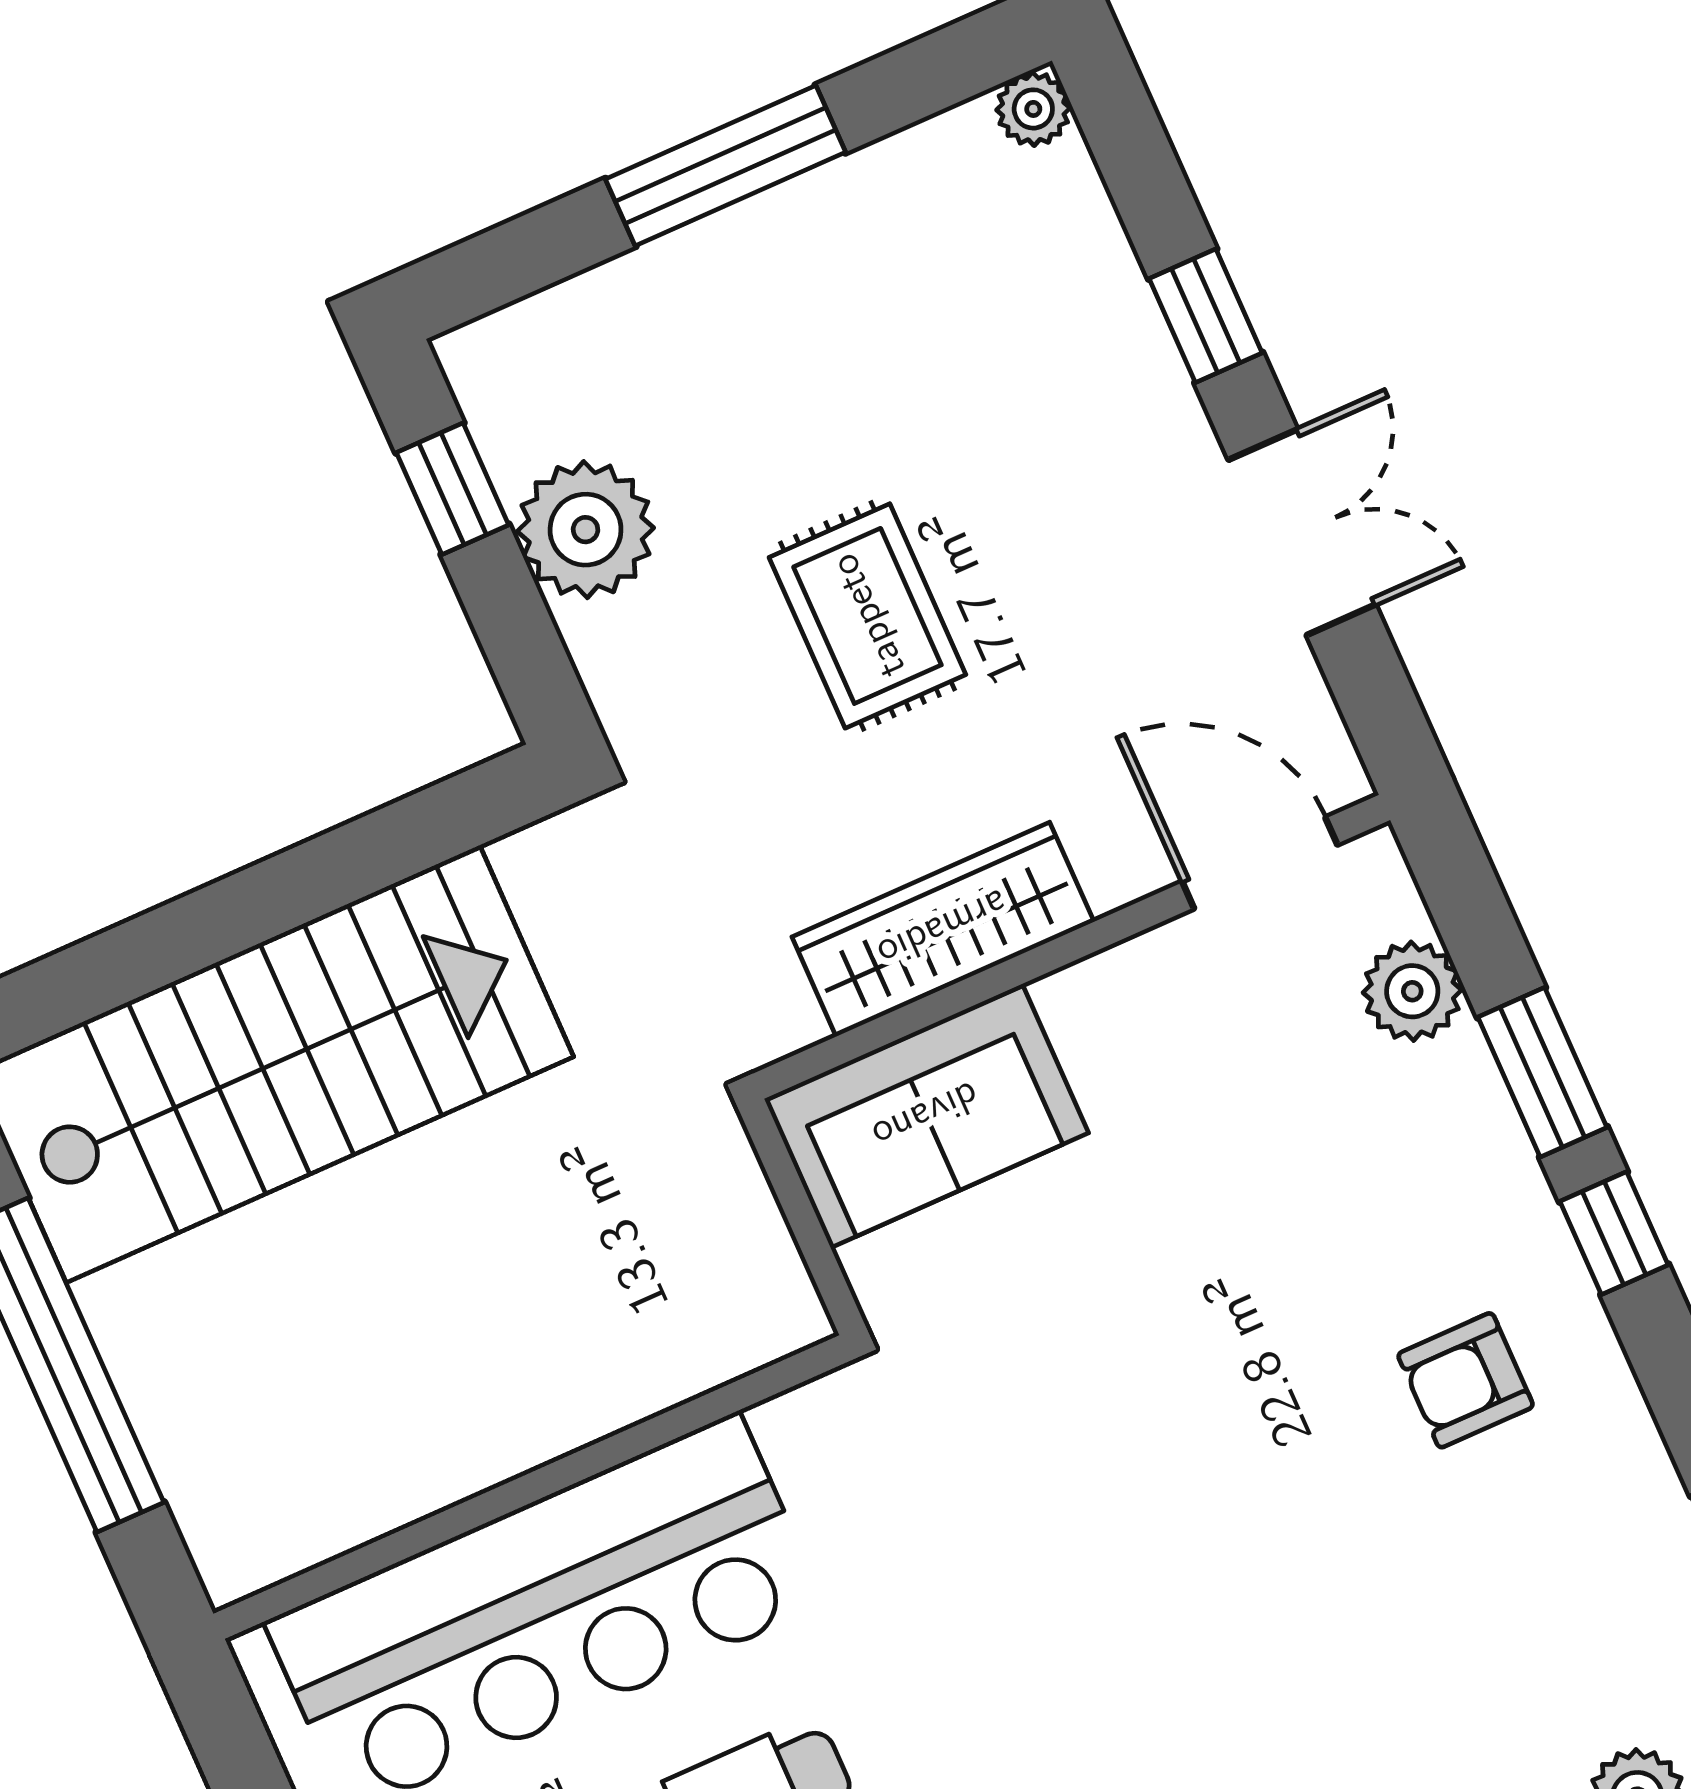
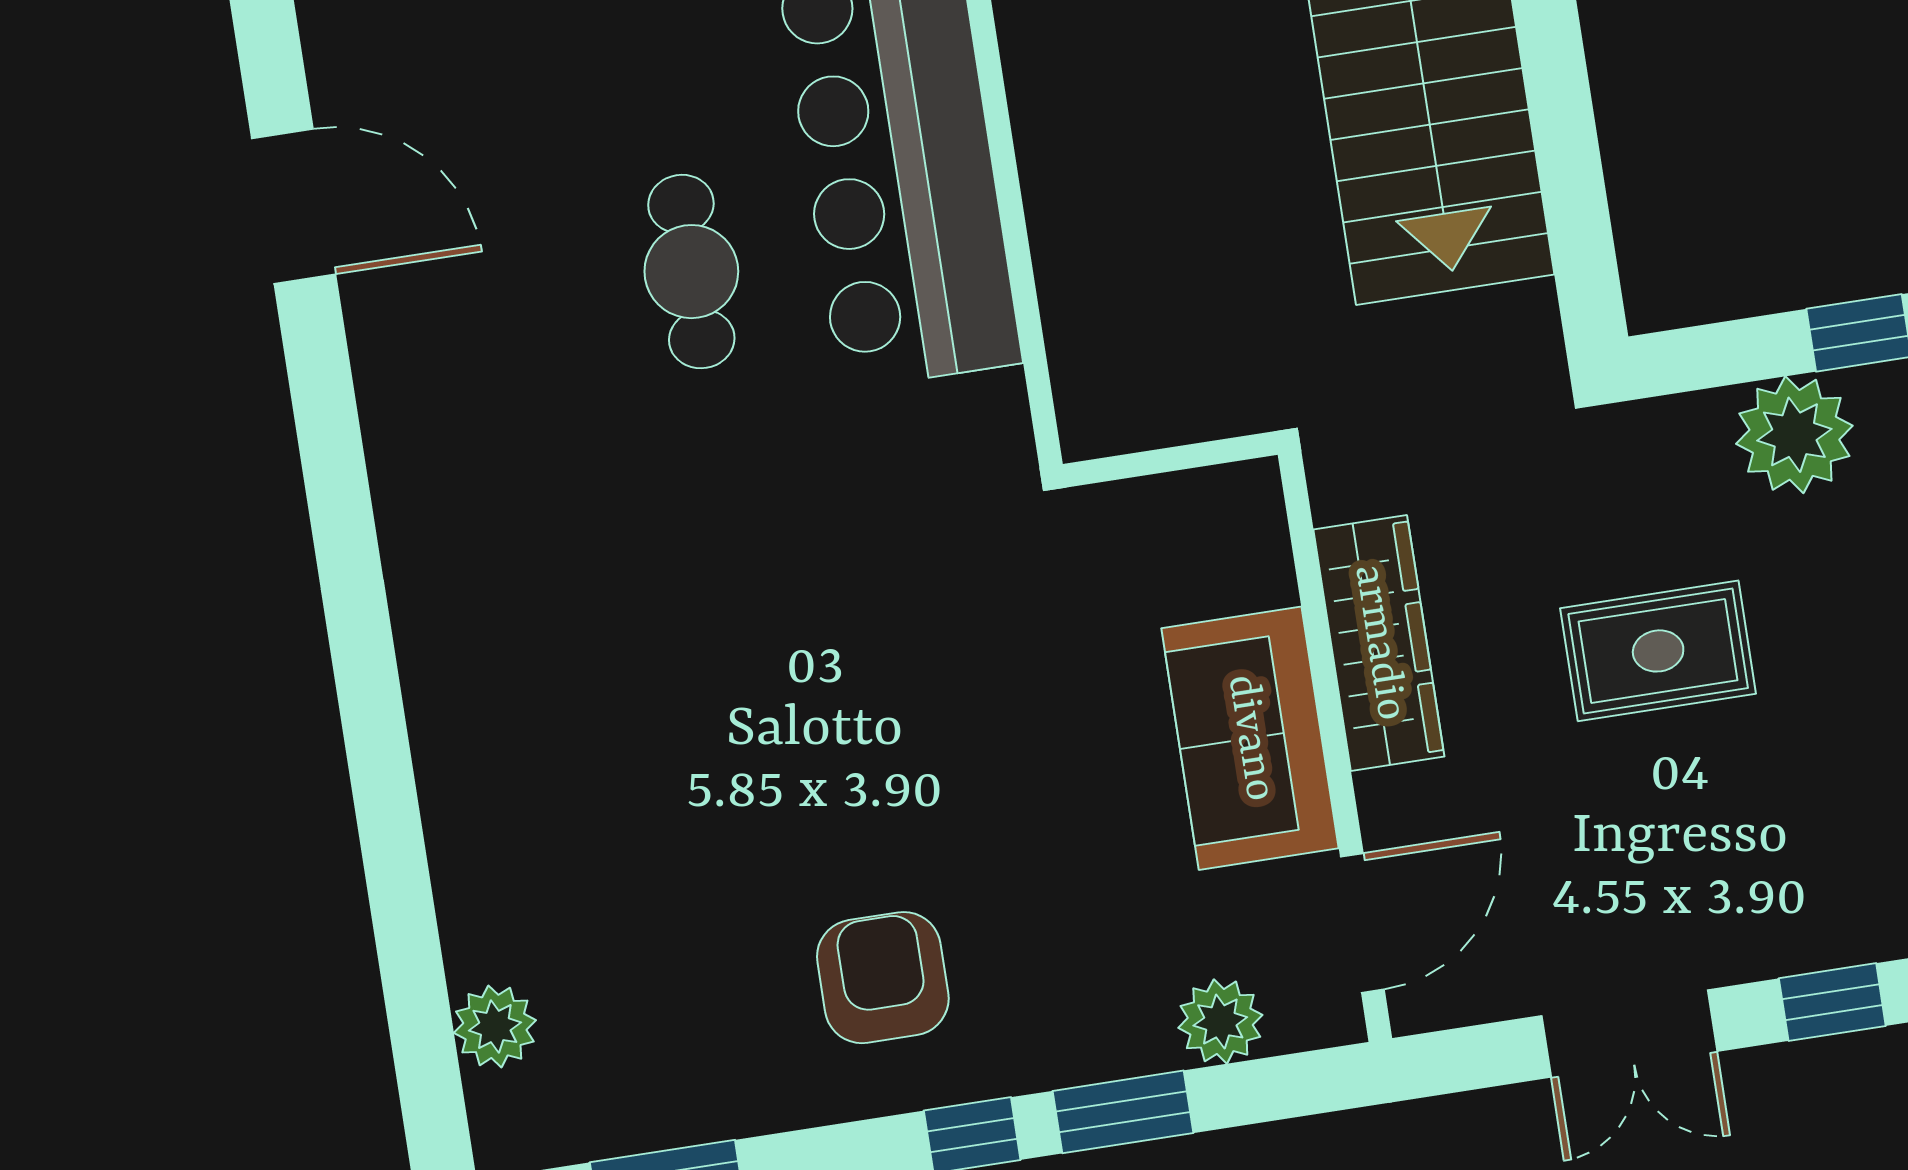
sofa: (926, 1116) -> (1250, 738), moved
armchair: (1466, 1380) -> (883, 978), width x1.38, depth x1.38

